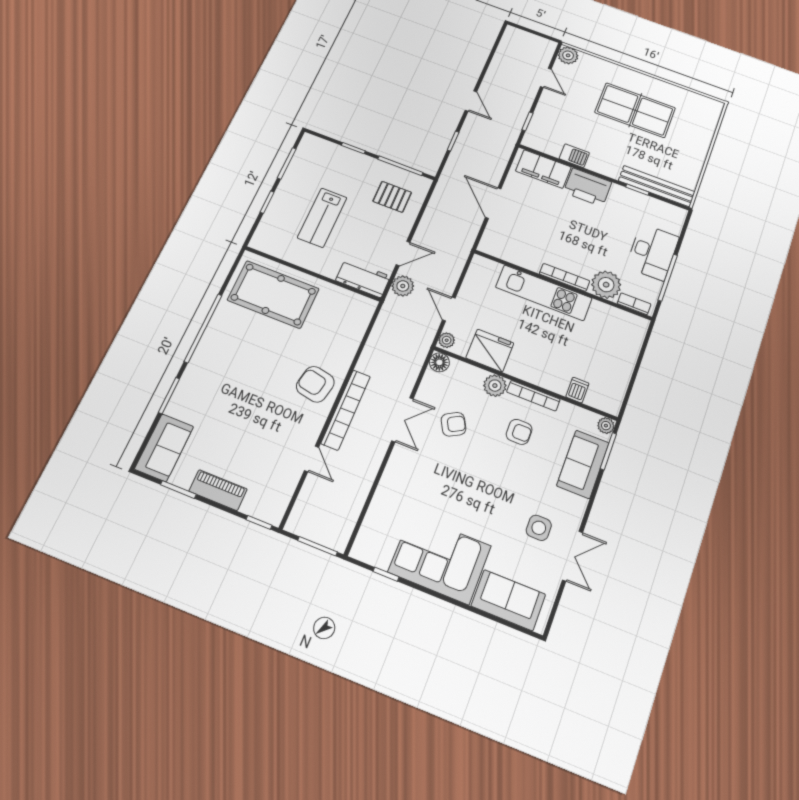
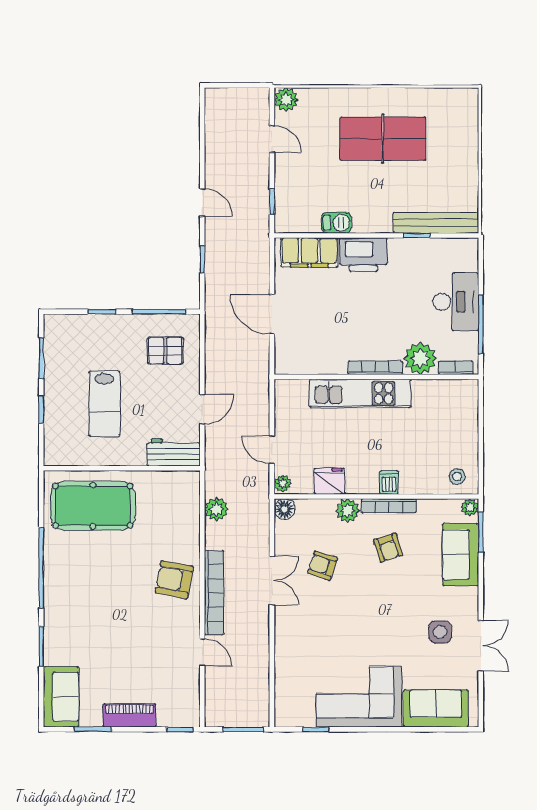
plant: (403, 286) -> (216, 509), moved
fridge: (490, 351) -> (329, 481), width x0.73, depth x0.75
dishwasher: (577, 390) -> (389, 483), moved
stool: (604, 394) -> (457, 476), added
armchair: (453, 424) -> (322, 565), turned -133
armchair: (519, 432) -> (388, 548), turned 72

